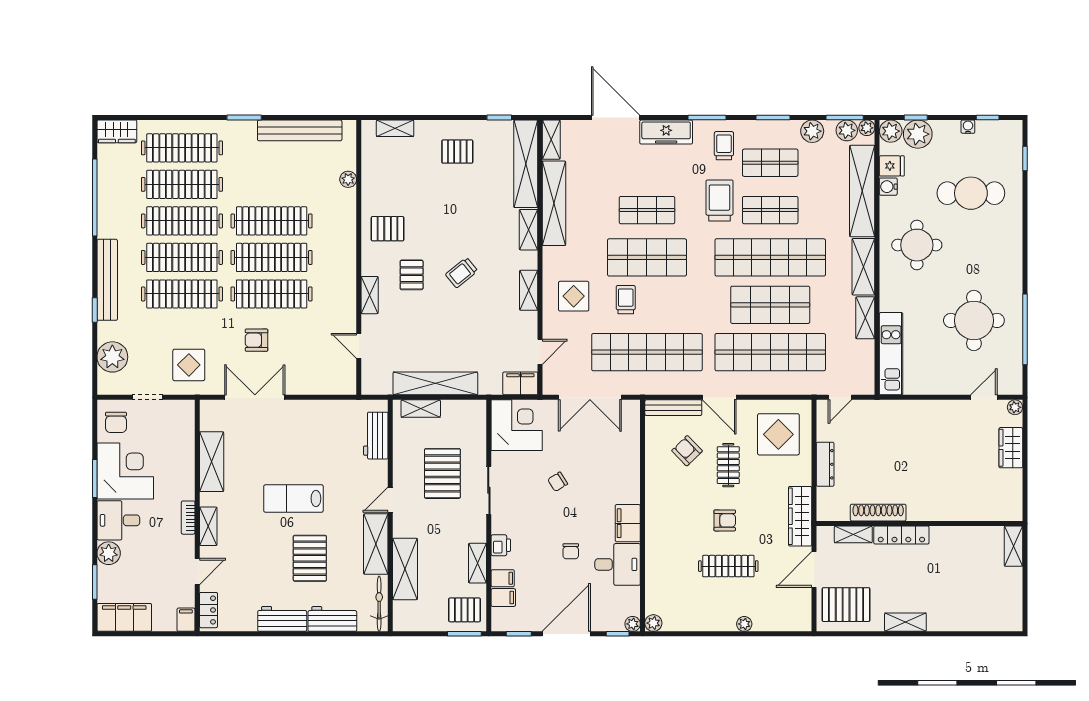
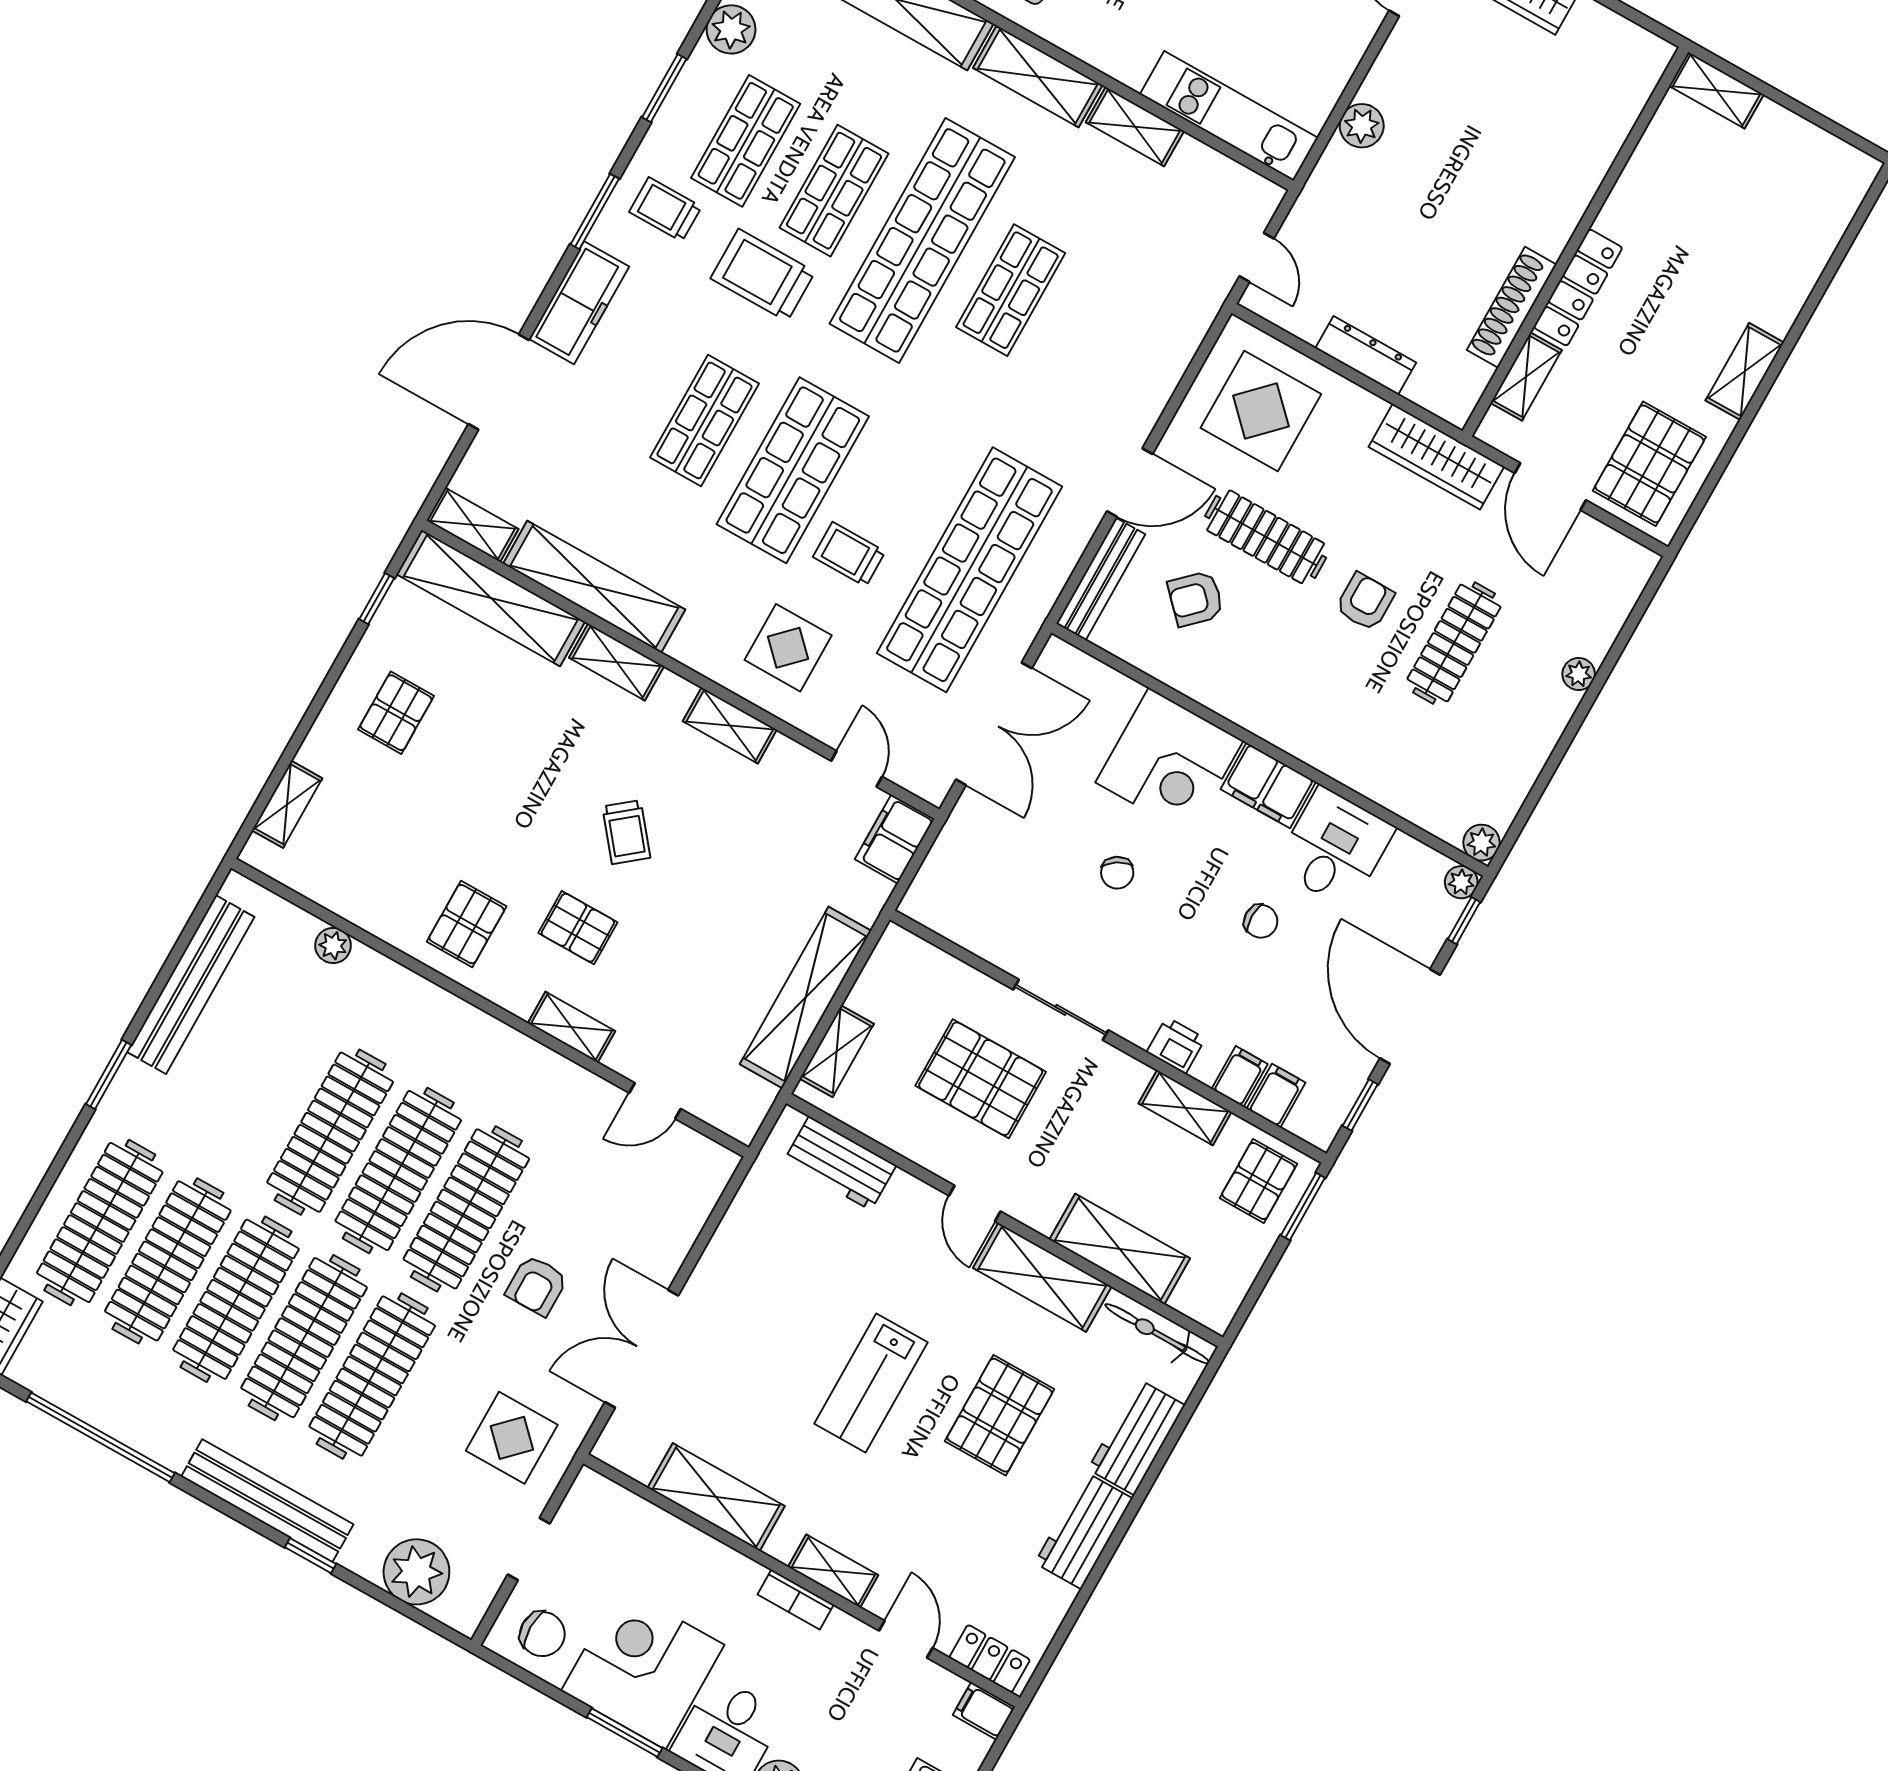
shop shelf: (770, 305) -> (1011, 290), width x0.70, depth x0.74
shop shelf: (770, 352) -> (1099, 340), removed
plant: (918, 410) -> (1362, 126), added
corner desk: (517, 425) -> (1169, 762), moved, turned 180
clothes rail: (728, 465) -> (1266, 537), width x1.36
pallet: (310, 558) -> (1000, 1415), turned 90

